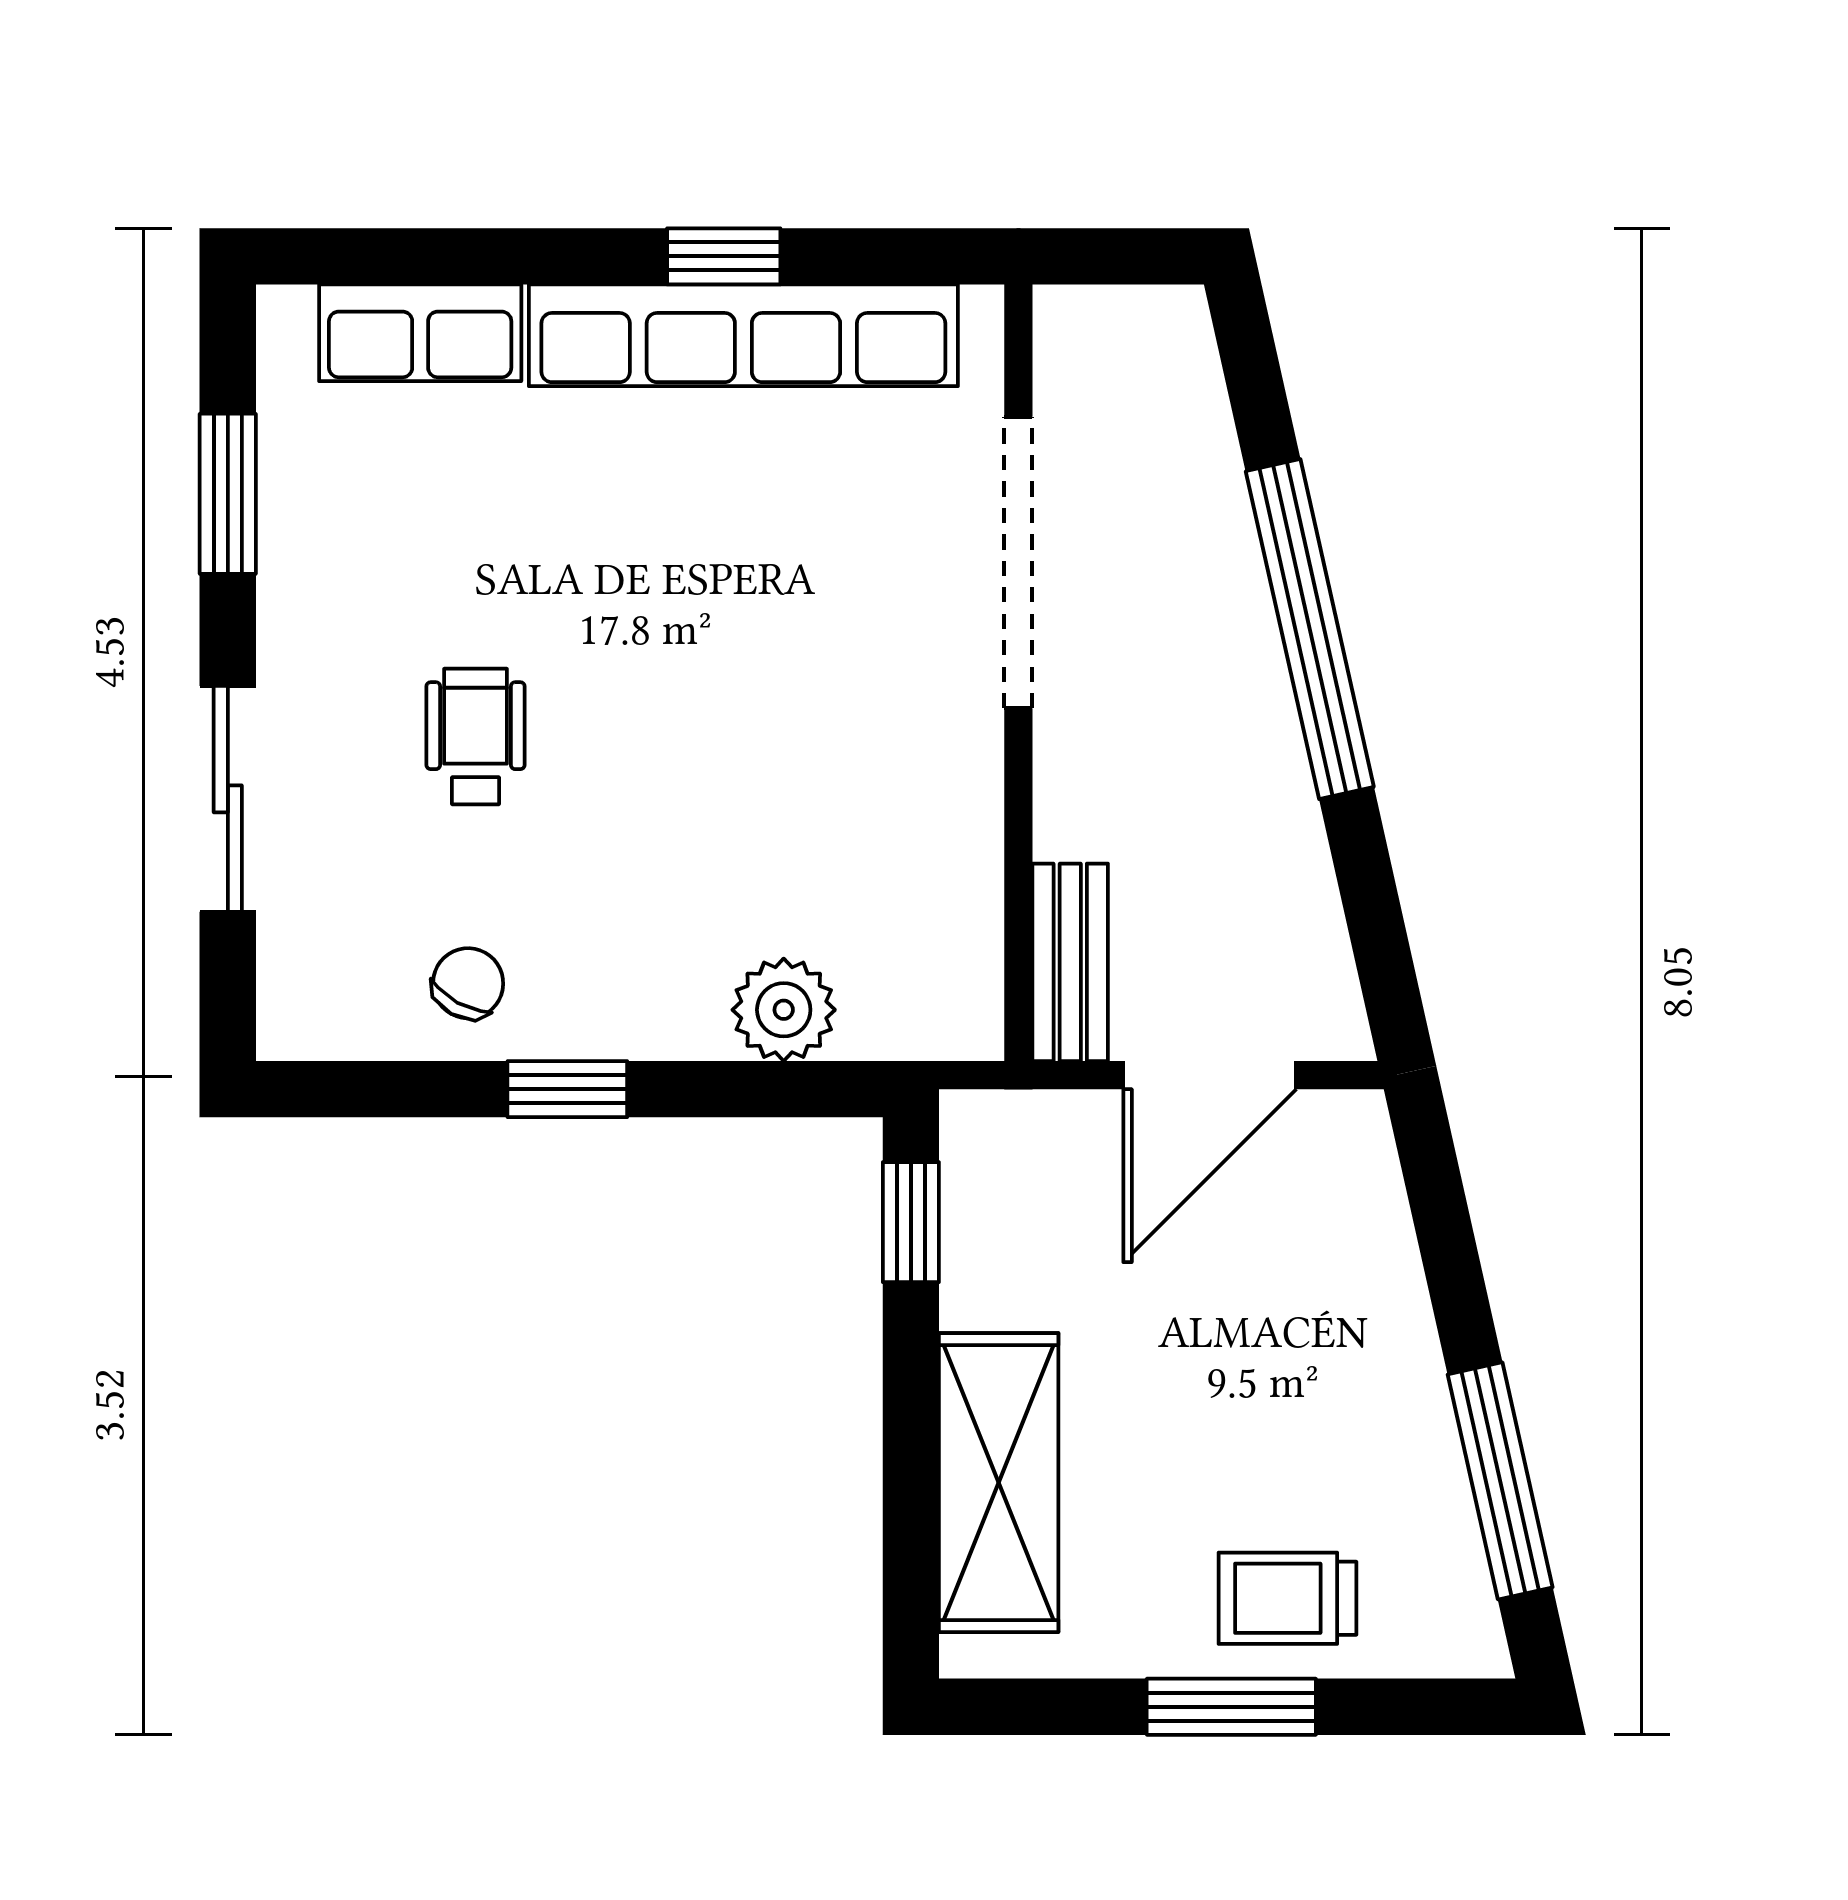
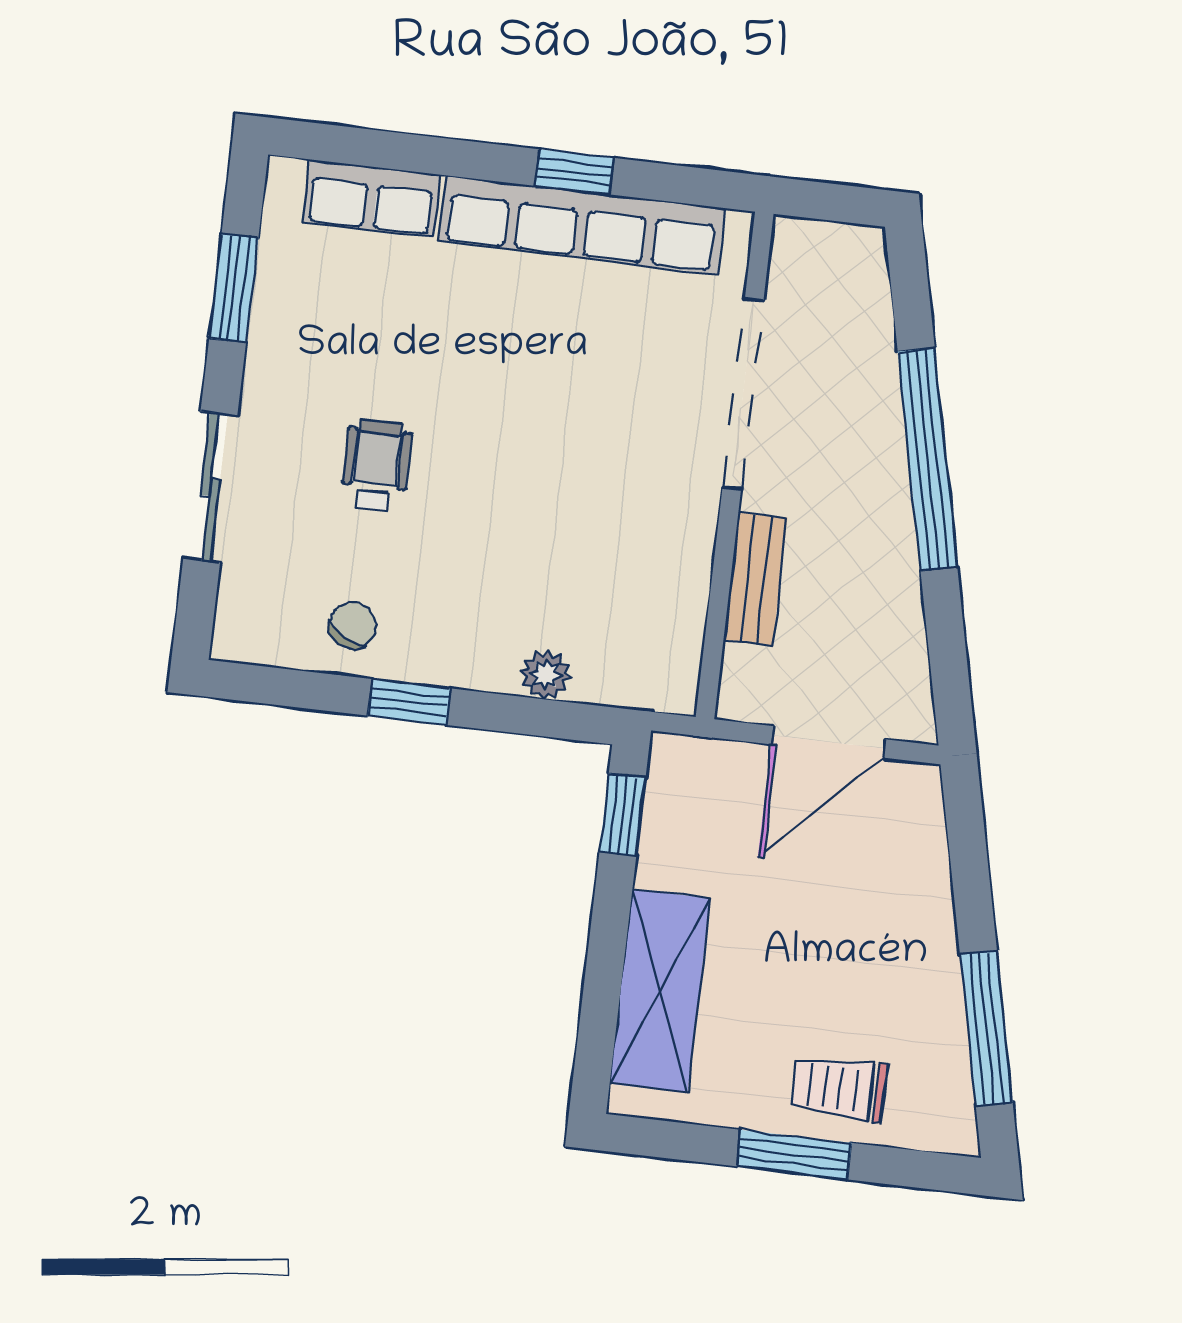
bench: (1070, 962) -> (755, 579), moved
plant: (784, 1010) -> (546, 675), width x0.73, depth x0.73

